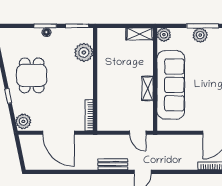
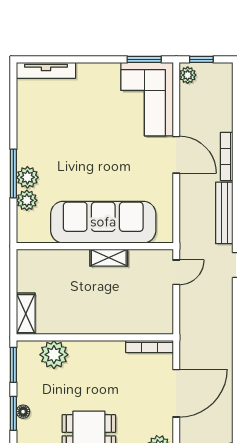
shelving: (140, 34) -> (26, 314), moved
plant: (164, 35) -> (27, 200), moved
bench: (113, 164) -> (224, 213), moved, width x1.36

